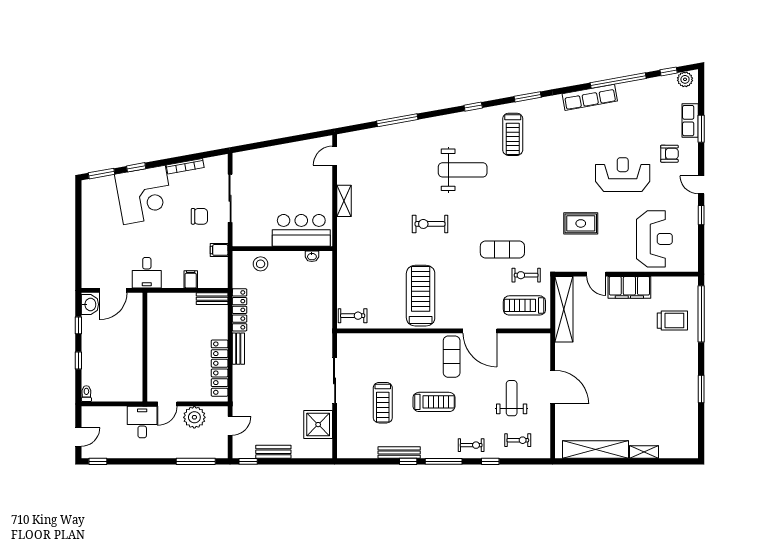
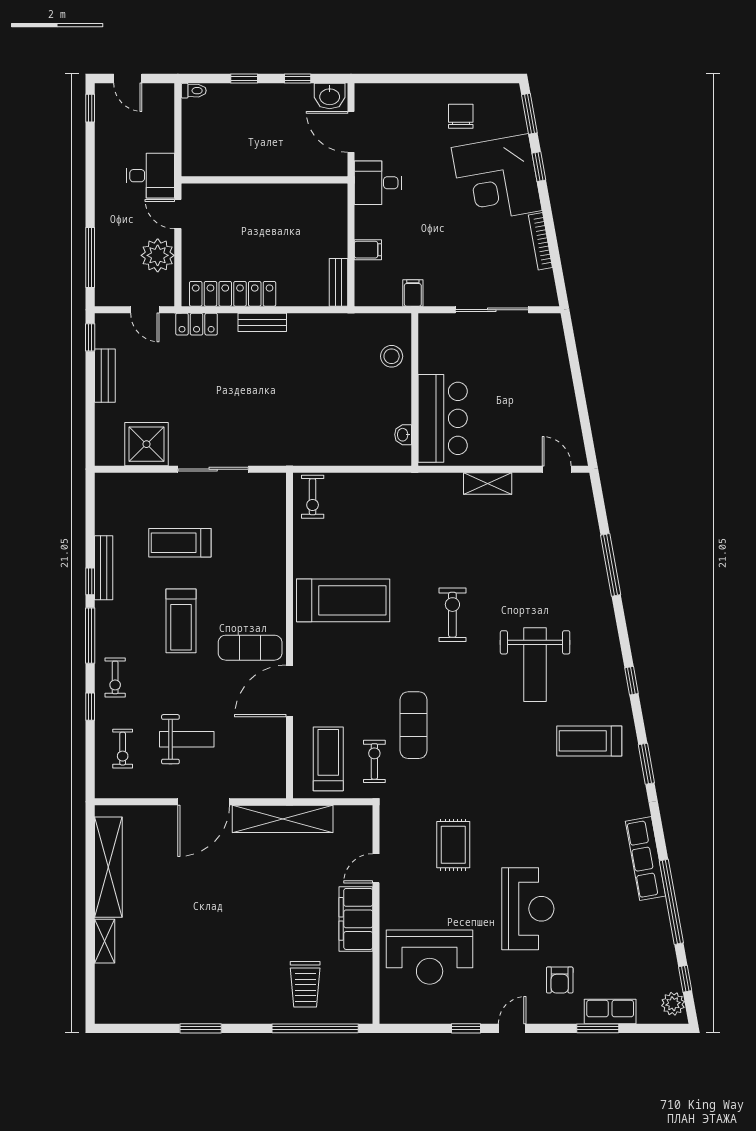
chair: (199, 216) -> (461, 116), moved, turned 180
shelving: (564, 309) -> (283, 819), moved
locker: (239, 310) -> (197, 324), moved, width x0.66

